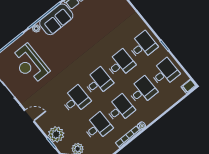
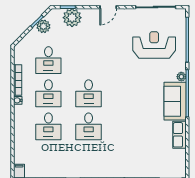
desk: (143, 46) -> (89, 160), removed
desk: (165, 73) -> (48, 160), removed
desk: (76, 100) -> (89, 60), removed

